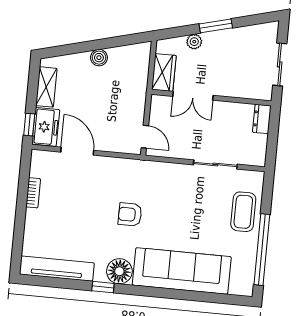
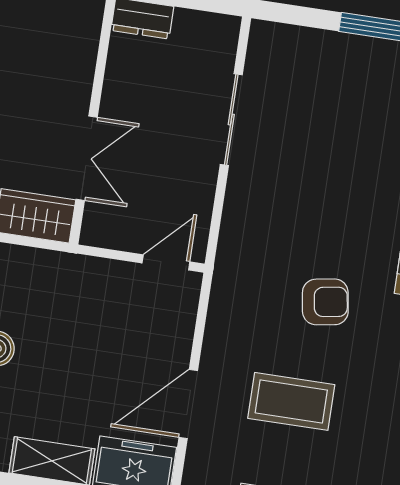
coffee table: (243, 212) -> (291, 401), moved
armchair: (130, 215) -> (325, 302), turned -99

